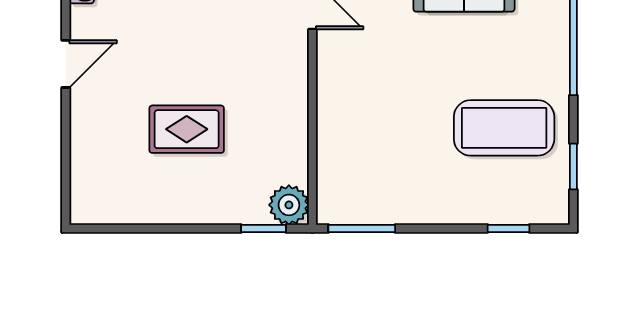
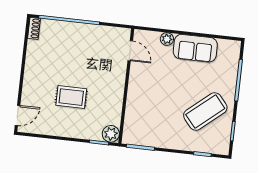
door: (66, 64) -> (17, 115), moved
coffee table: (504, 128) -> (205, 111), turned -40

